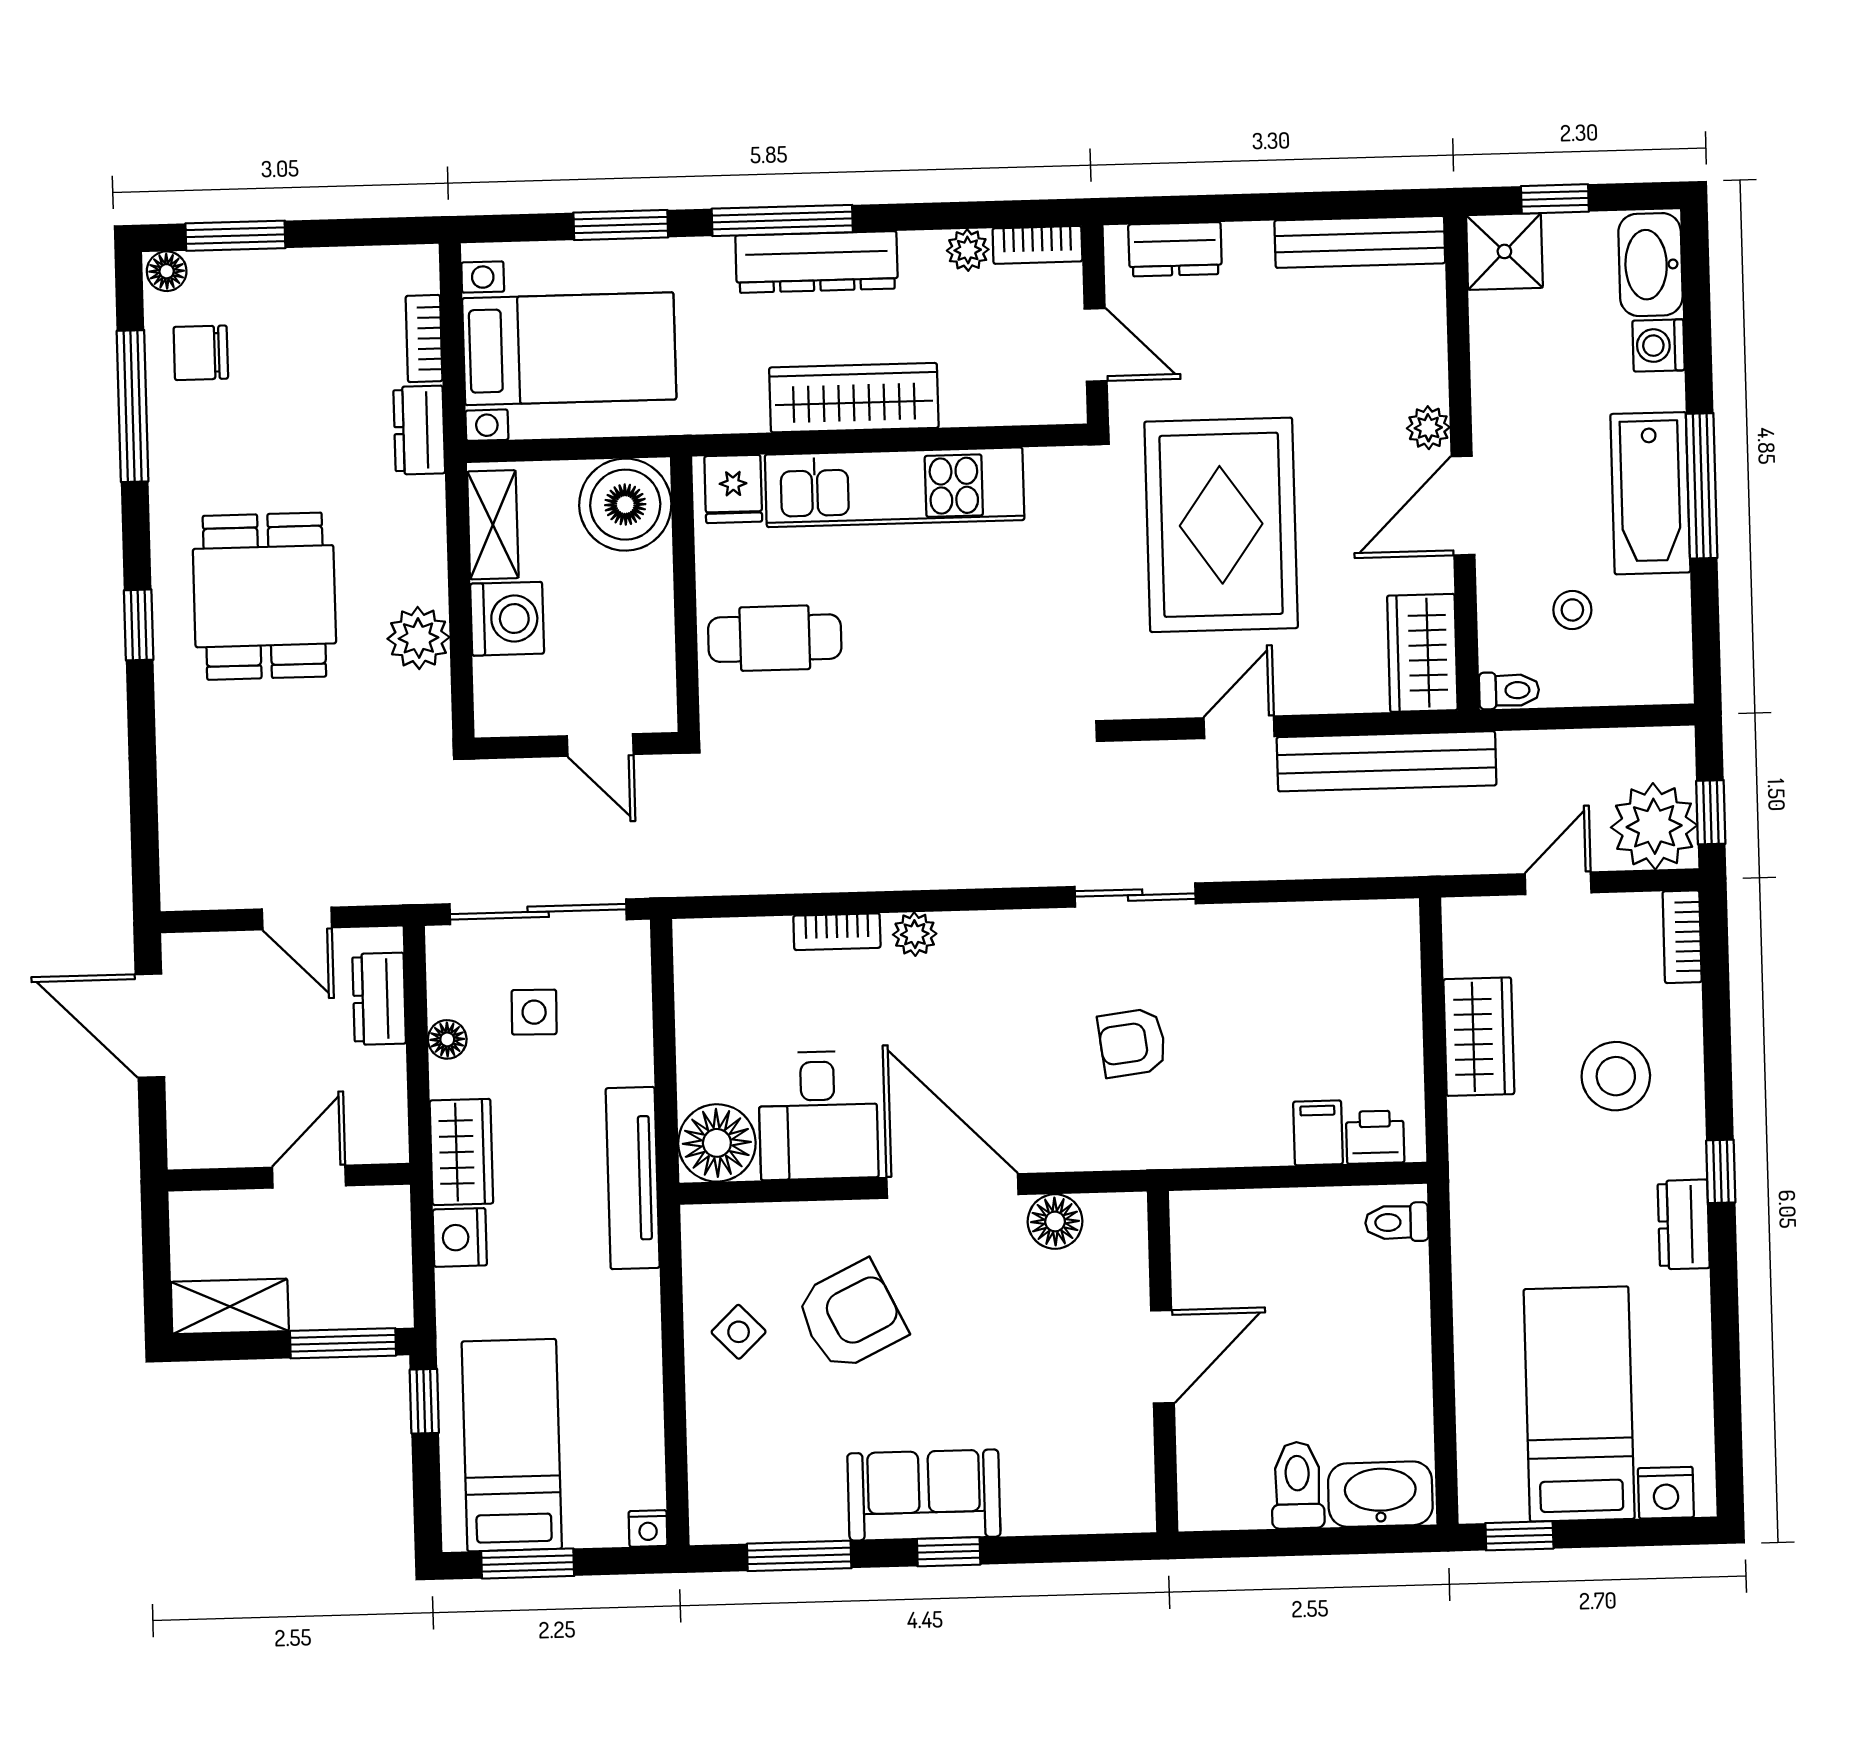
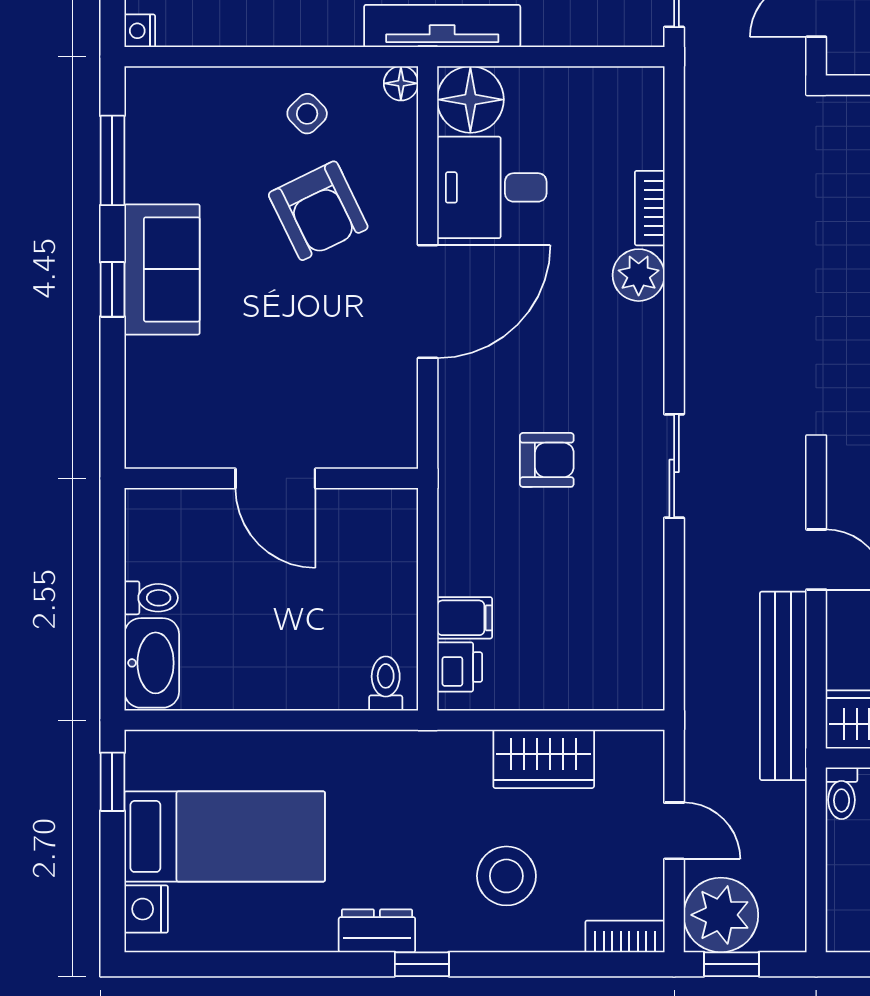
plant: (915, 934) -> (639, 275), width x1.38, depth x1.38
armchair: (1132, 1043) -> (547, 460), turned 97
floor lamp: (1055, 1221) -> (401, 83), moved, width x0.73, depth x0.73
toilet: (1297, 1485) -> (151, 598), width x0.73, depth x0.72

